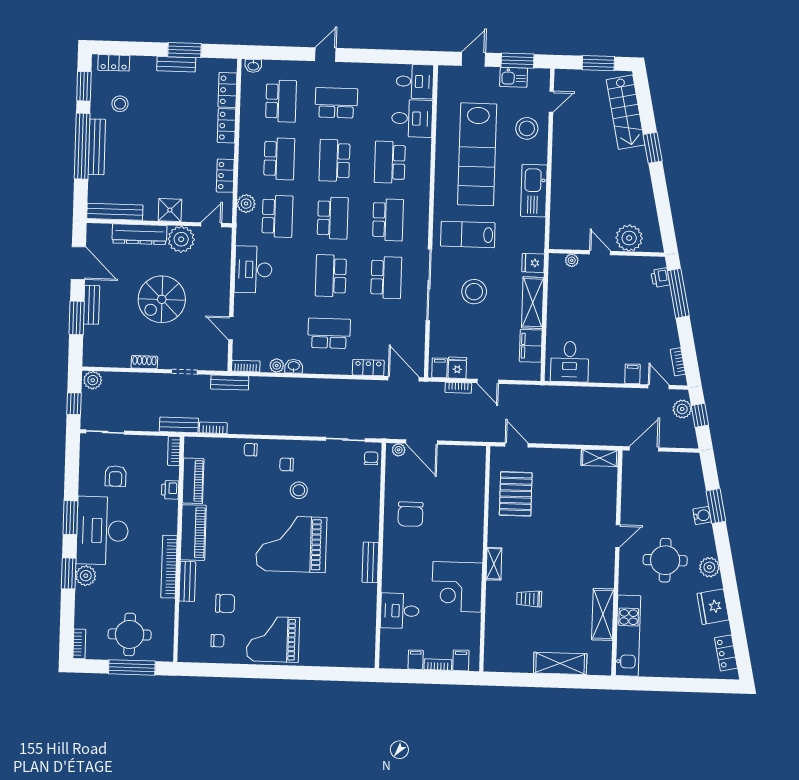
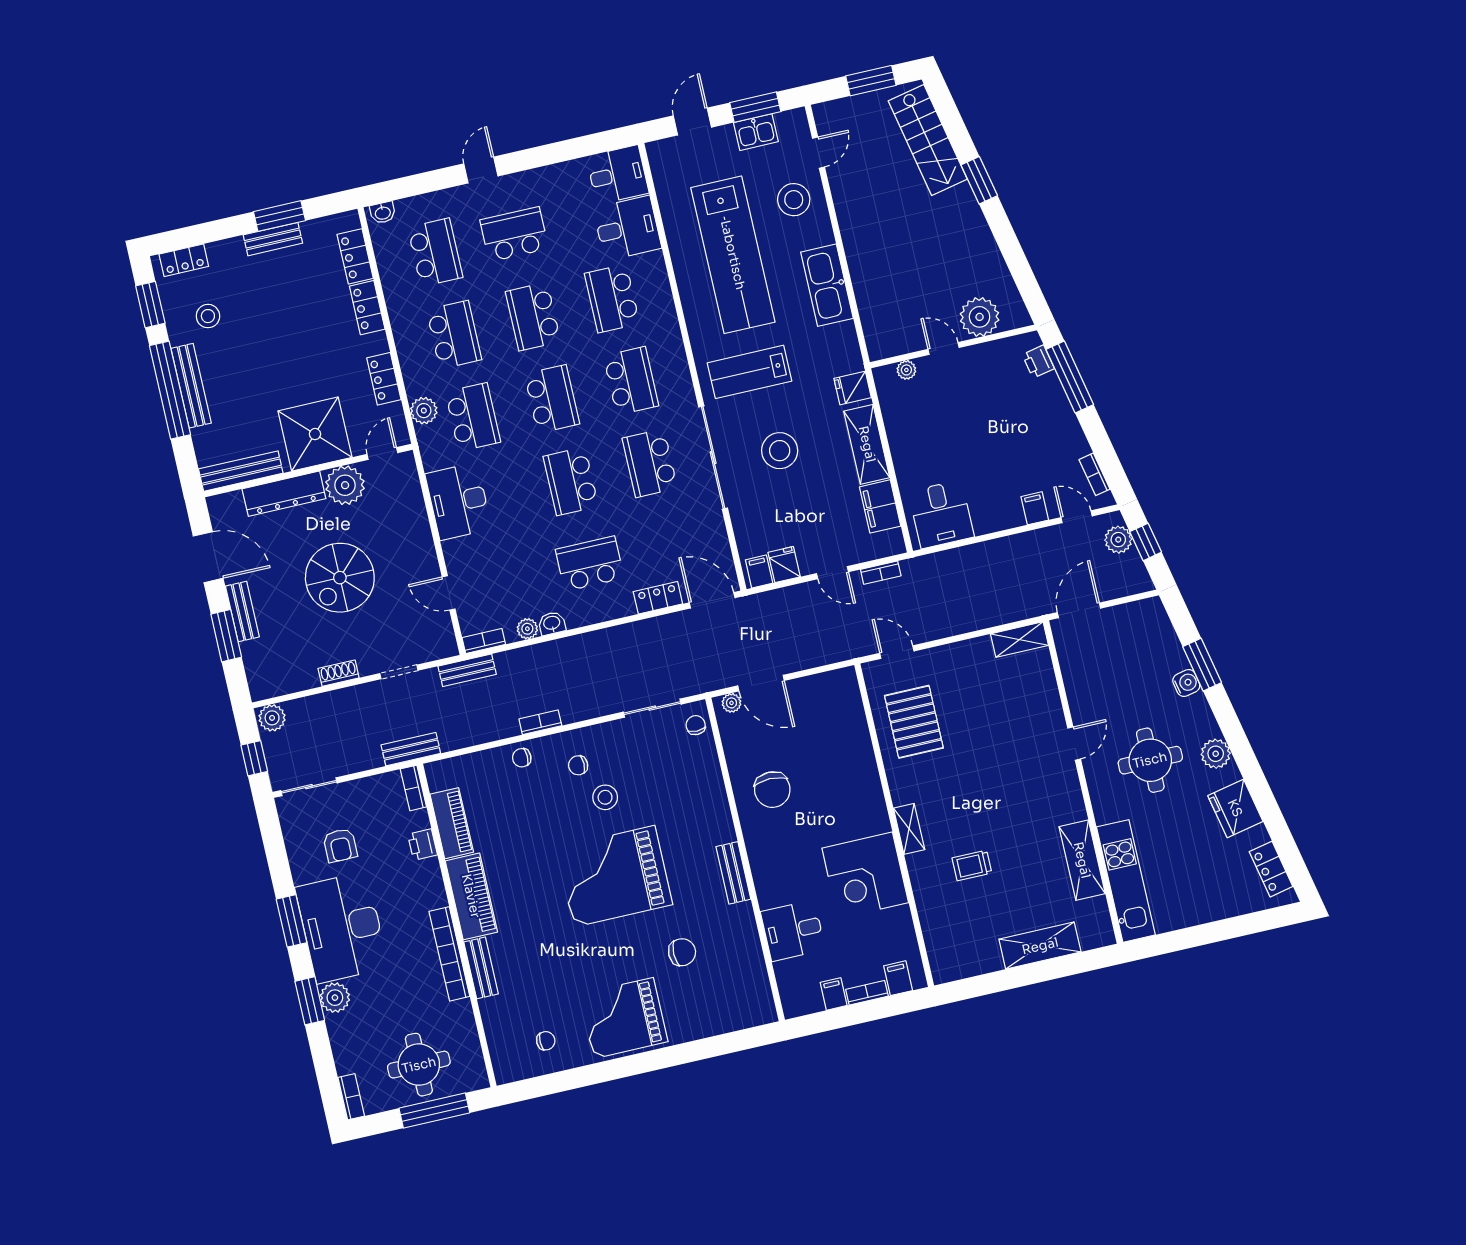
shower: (170, 210) -> (315, 434), width x1.86, depth x1.86
school desk: (386, 277) -> (650, 463), turned 180
bookcase: (458, 388) -> (881, 573), moved
bookcase: (213, 428) -> (540, 722), moved
chair: (225, 603) -> (682, 952), moved

